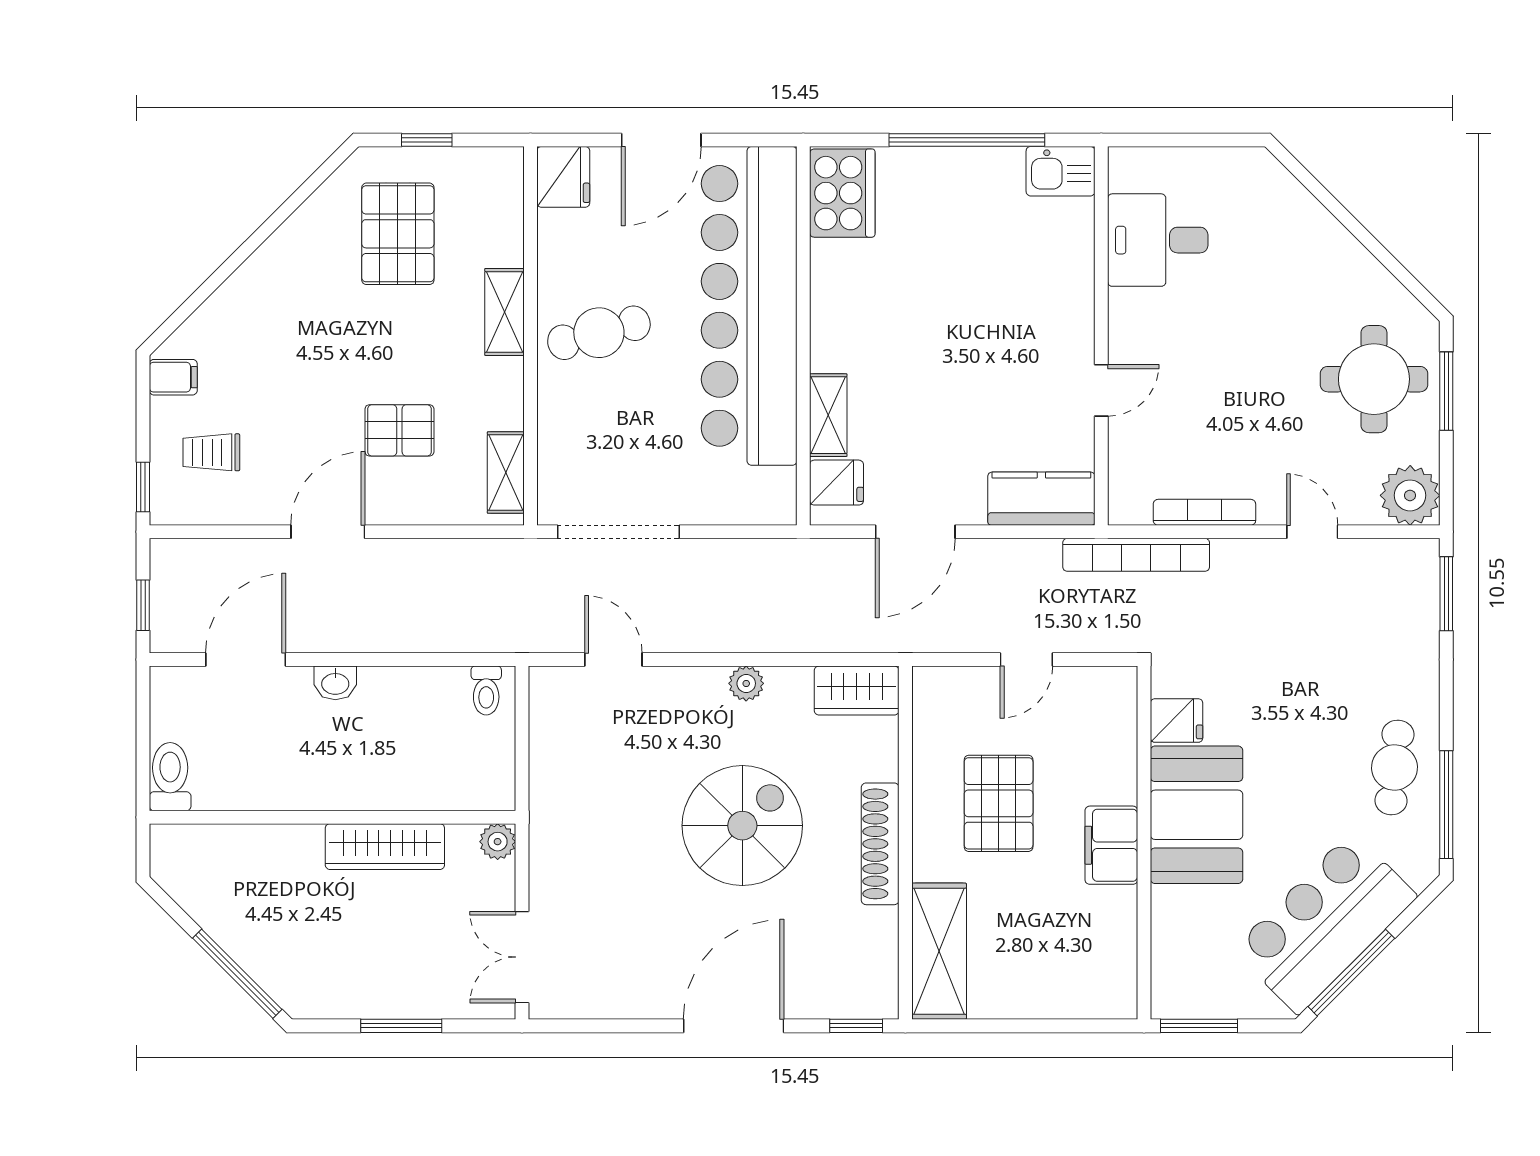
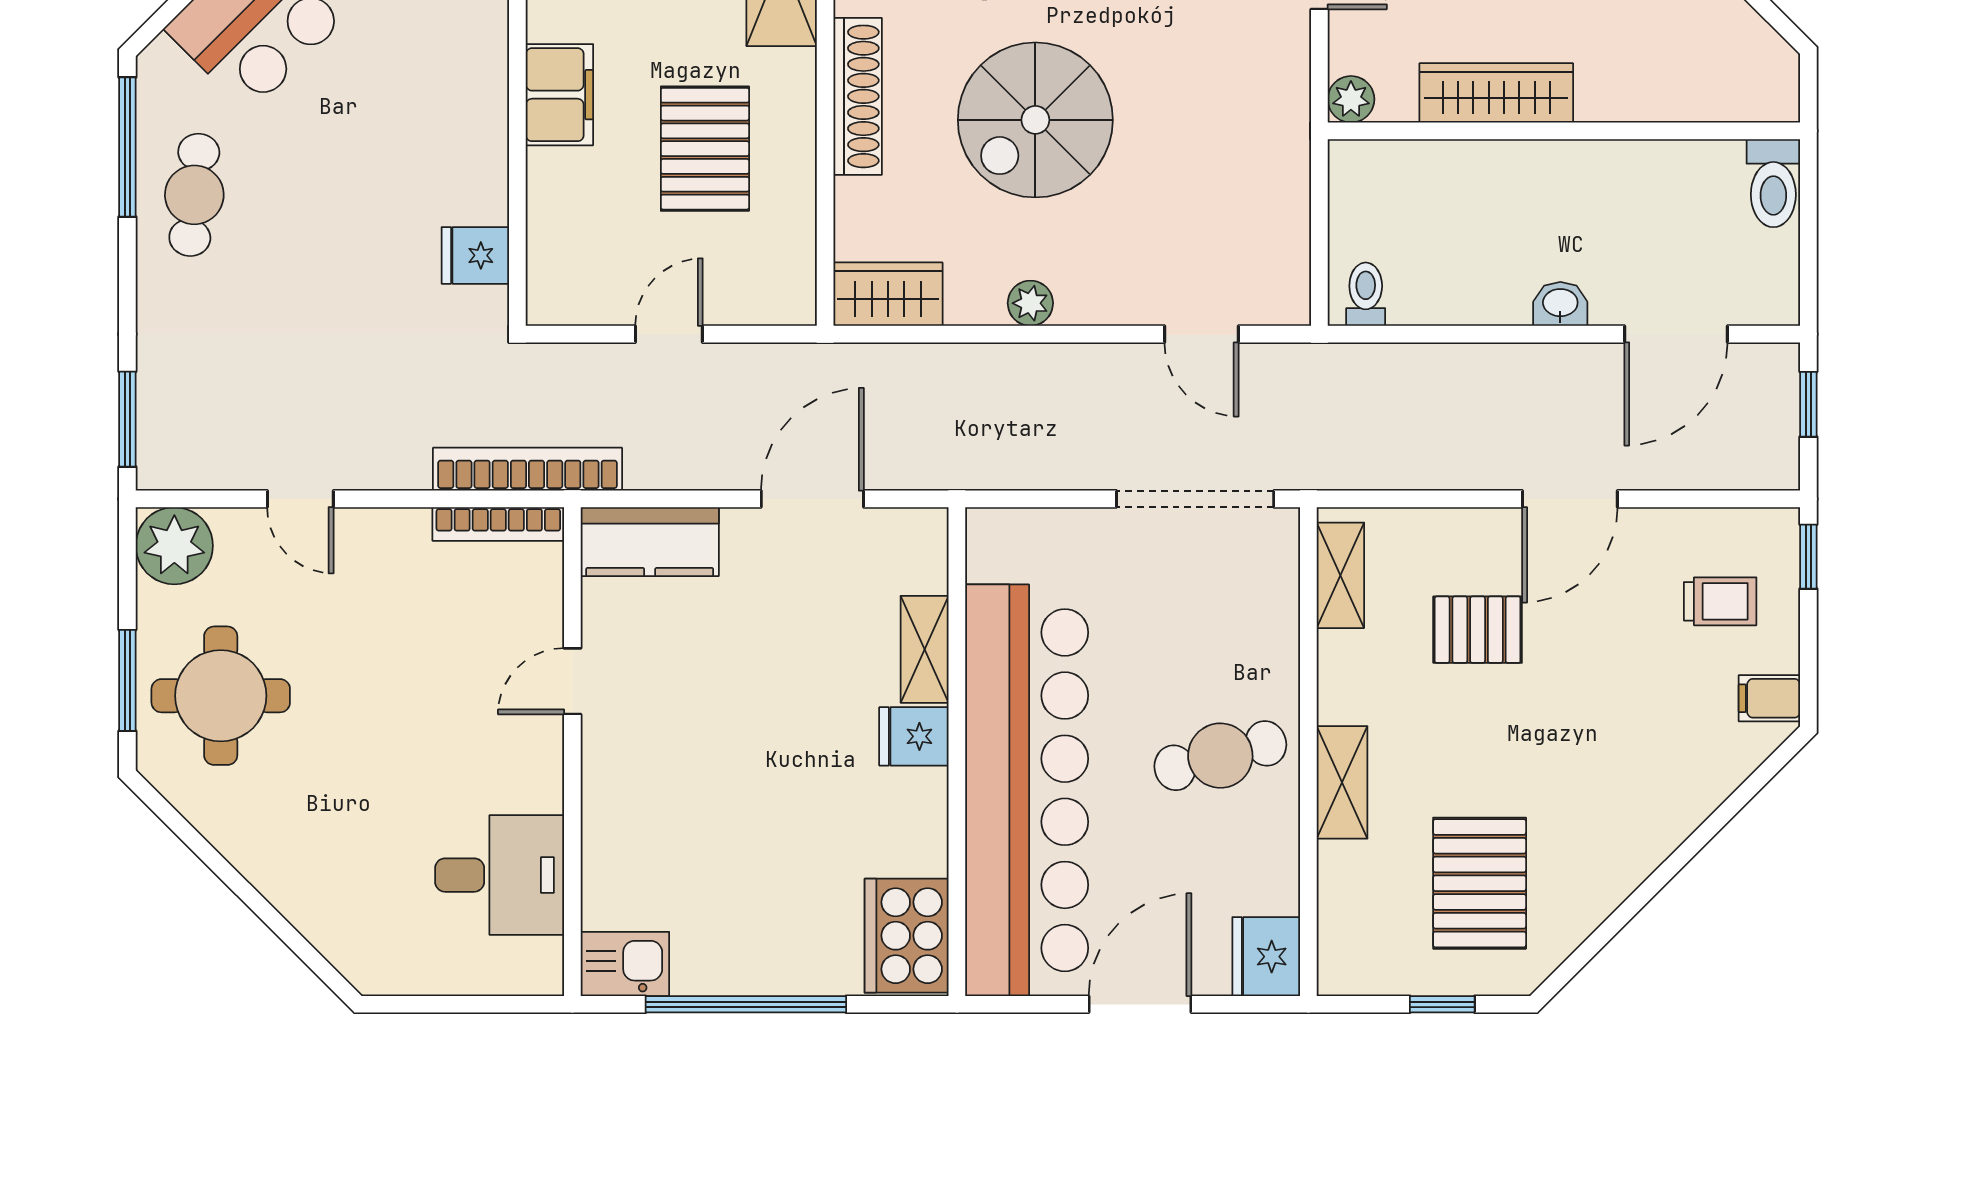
fridge: (836, 483) -> (914, 736), moved
bookcase: (1204, 512) -> (498, 524), moved
booth: (1197, 815) -> (450, 134), removed

